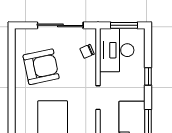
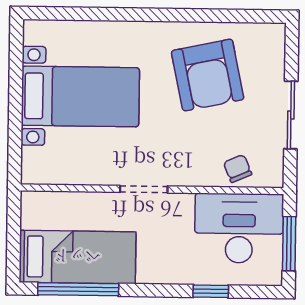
sliding door: (60, 25) -> (291, 115), width x0.73
window: (148, 76) -> (211, 291), moved

